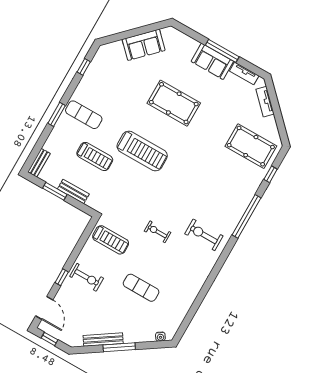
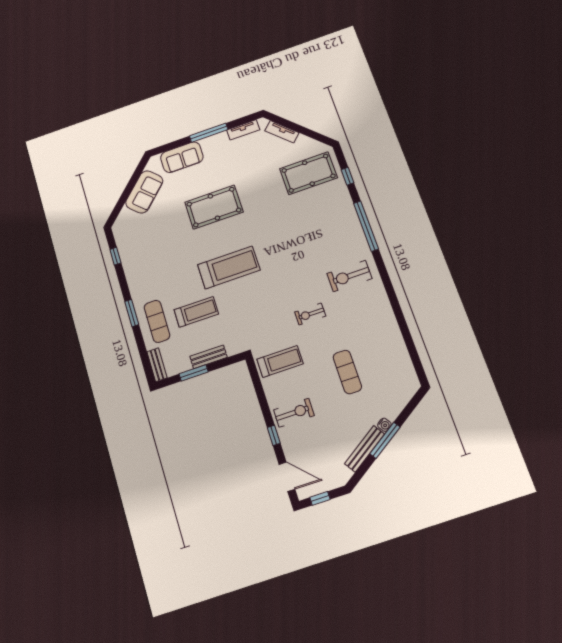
sofa: (212, 61) -> (182, 157), moved
exercise mat: (84, 115) -> (157, 321), moved, turned 90
exercise mat: (141, 288) -> (347, 372), turned 90
water cooler: (160, 337) -> (384, 425), moved

